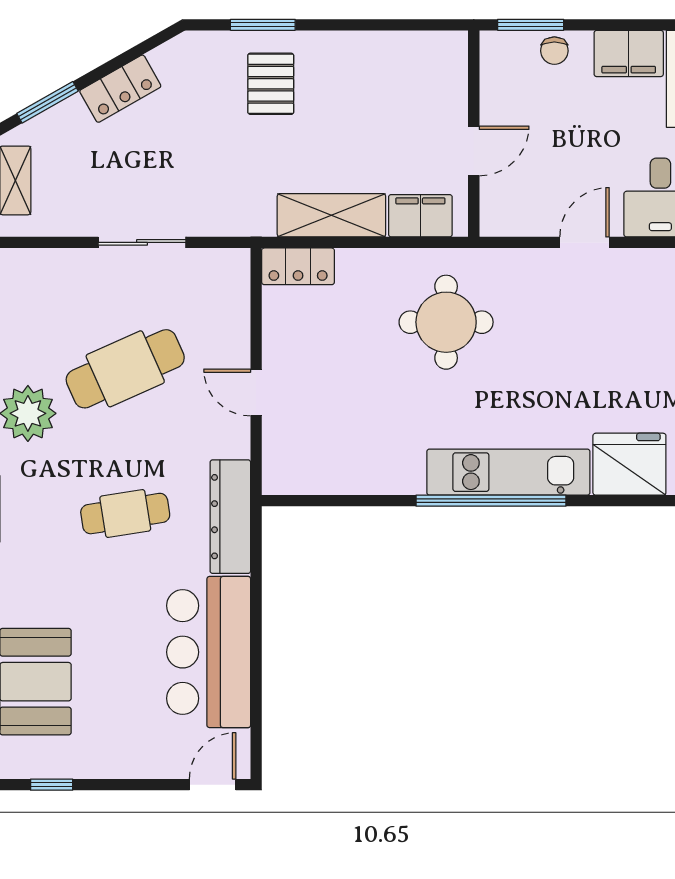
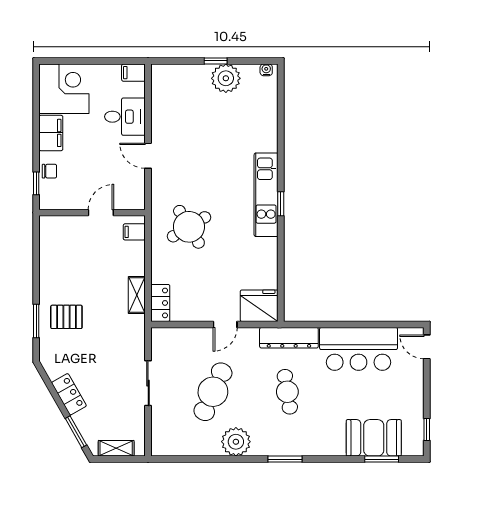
window: (531, 25) -> (36, 183), width x0.67
door: (474, 151) -> (101, 213), hinge flipped
shelving: (331, 215) -> (137, 295), width x0.67, depth x0.75
filing cabinet: (420, 216) -> (134, 232), width x0.50
round table: (446, 322) -> (189, 227), turned -31
cafe table: (125, 369) -> (213, 392), turned 48
fridge: (629, 464) -> (259, 306), moved, turned 90
window: (491, 501) -> (281, 204), width x0.32

